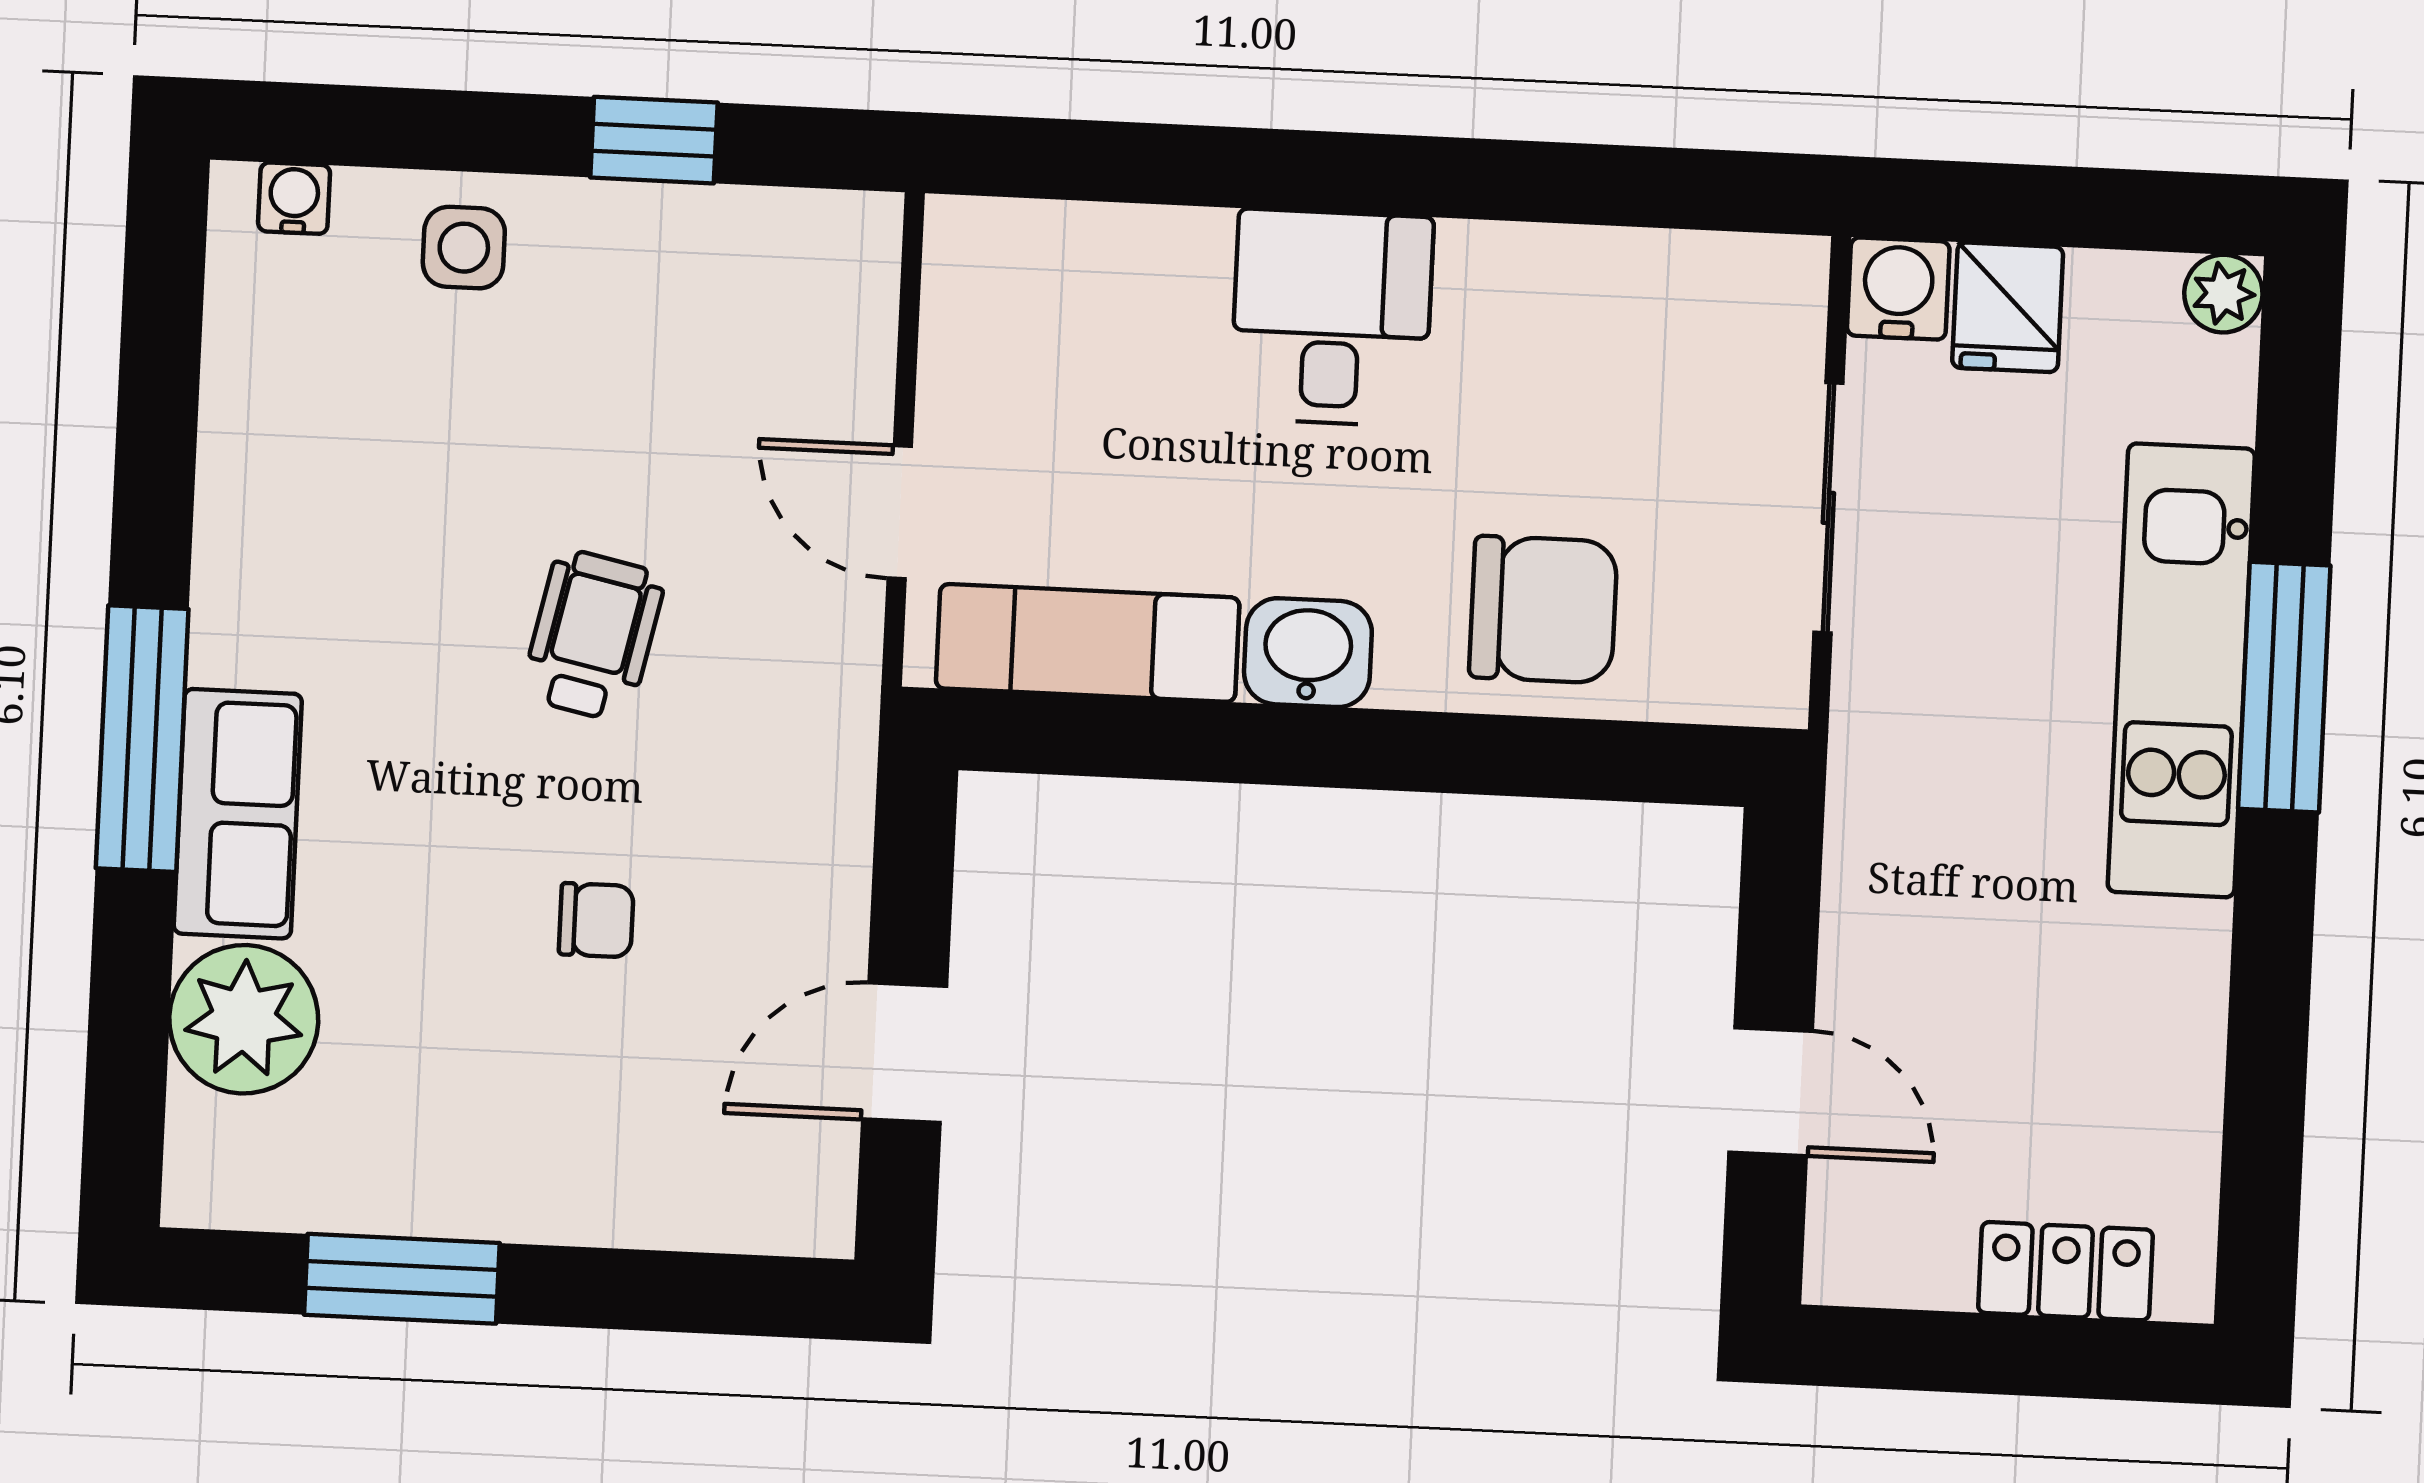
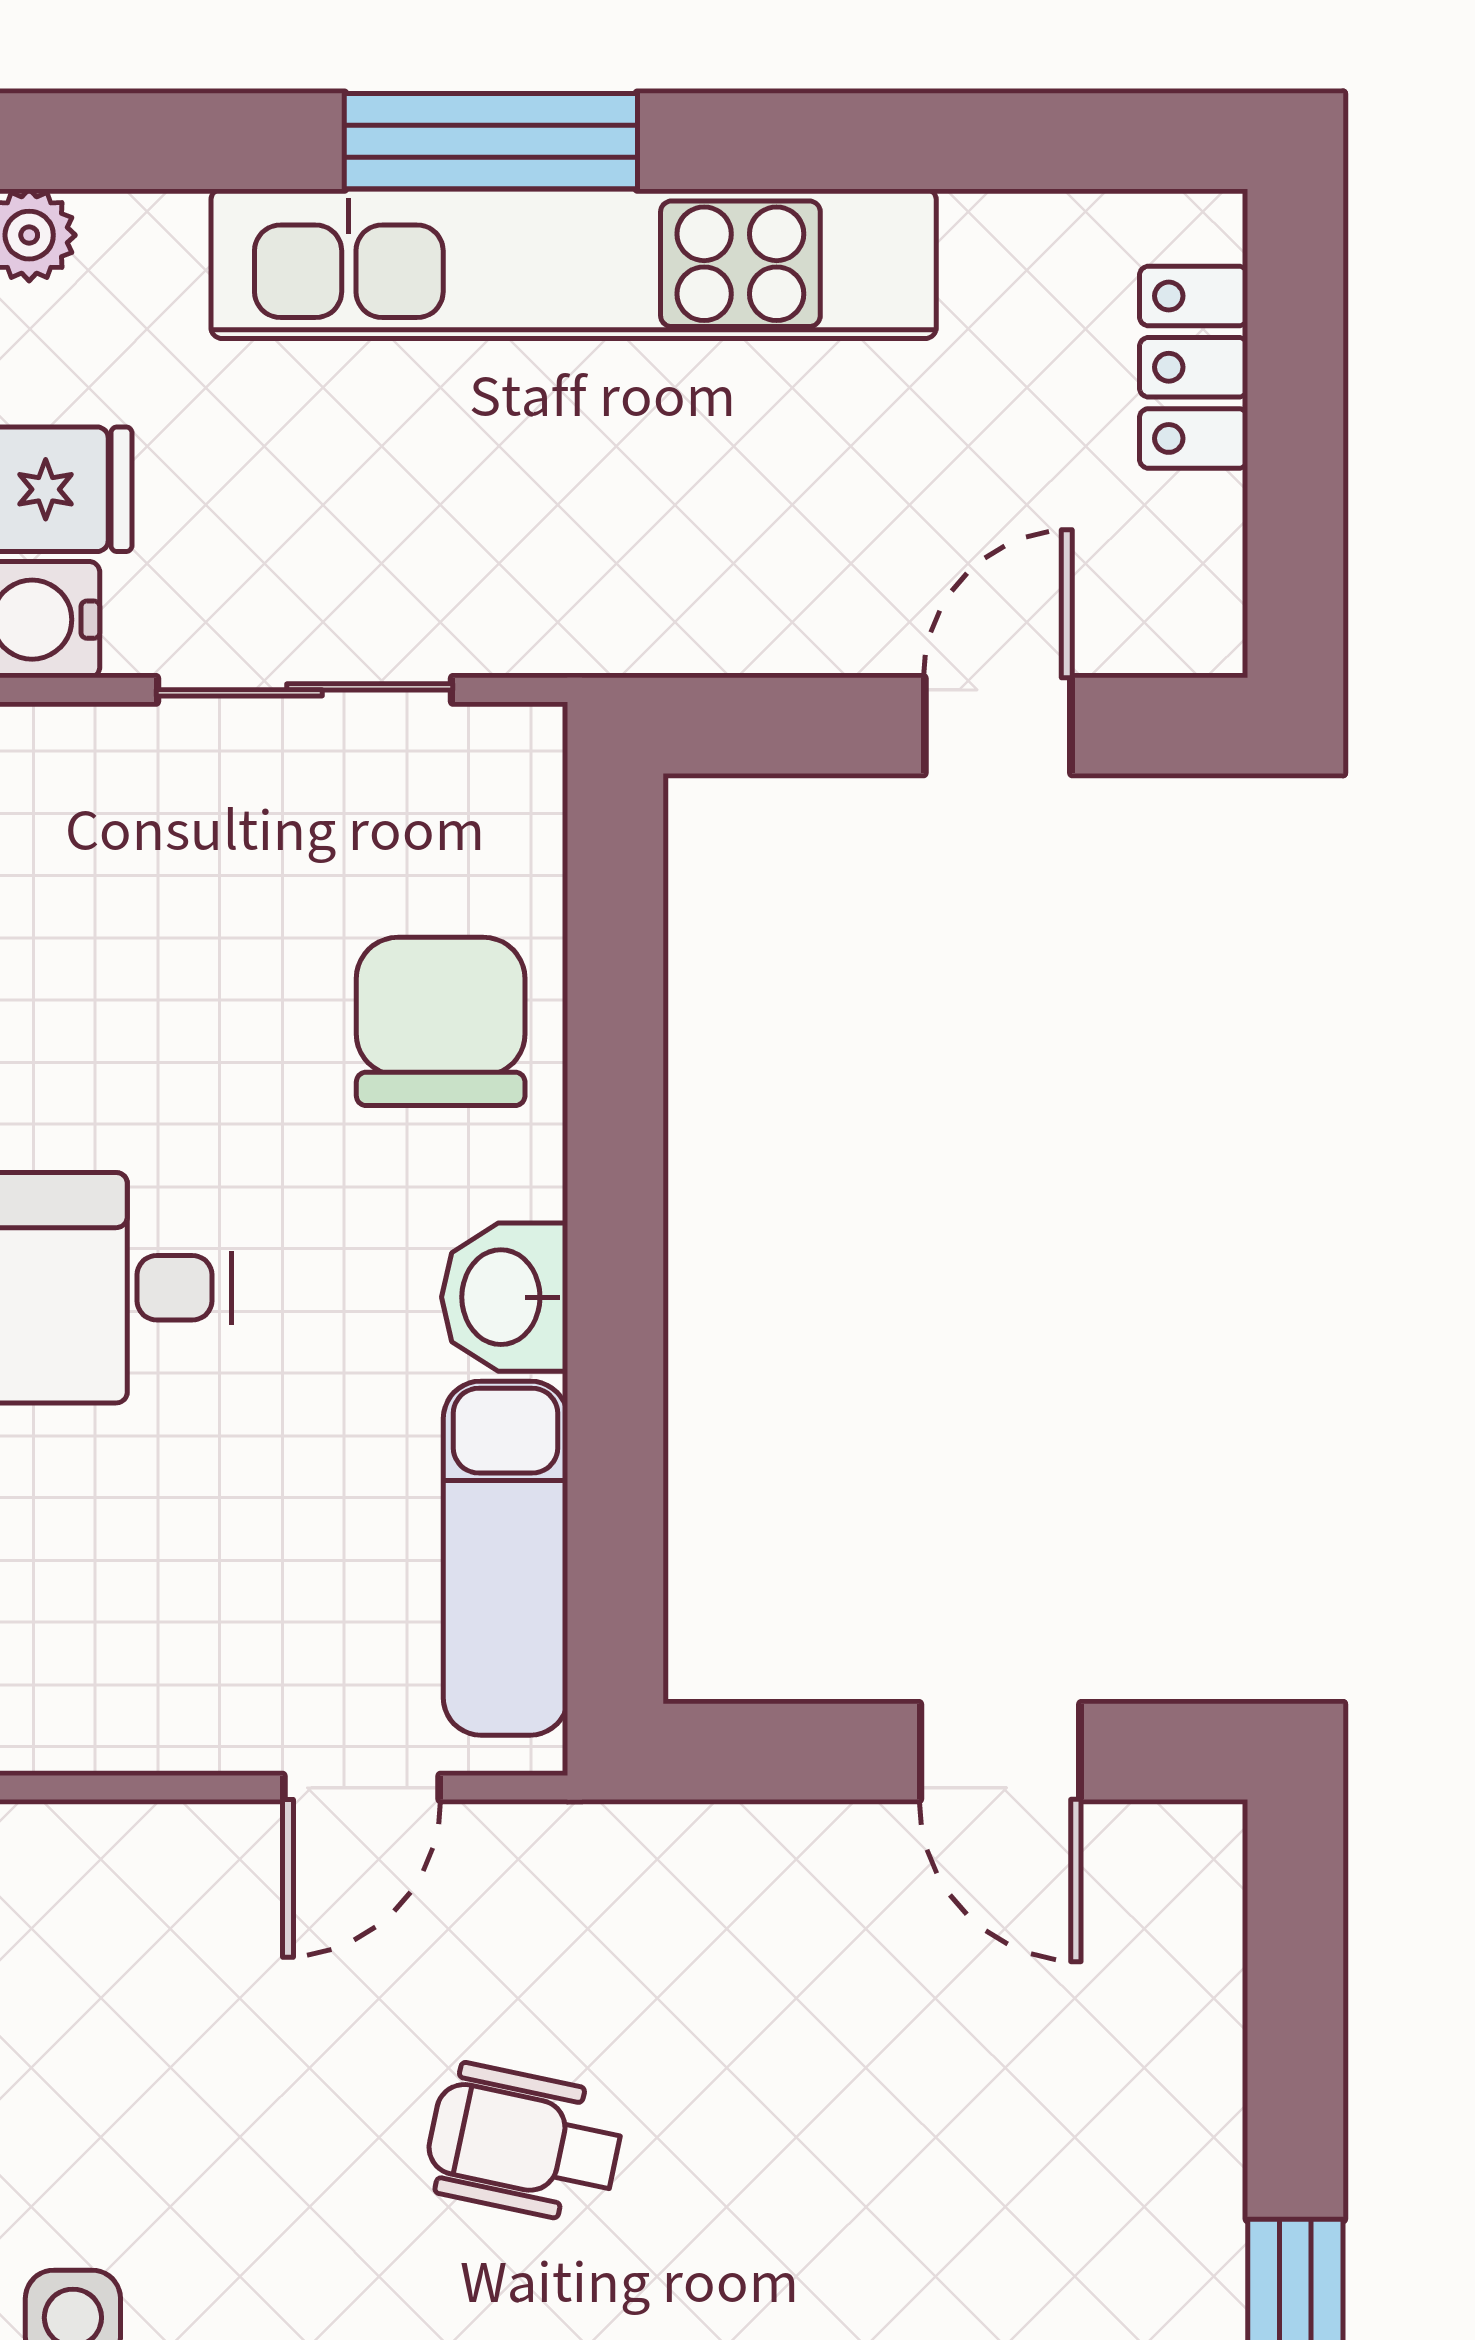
kitchen unit: (2181, 670) -> (574, 264), width x1.36
chair: (596, 920) -> (861, 2124), removed

